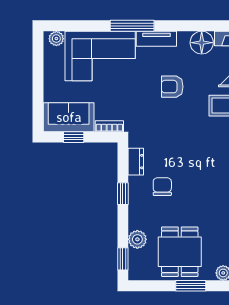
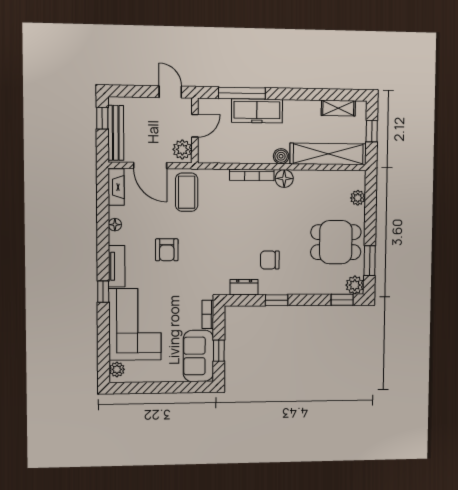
window: (132, 26) -> (103, 292), width x0.46
floor lamp: (202, 43) -> (115, 225), width x0.53, depth x0.53
plant: (137, 239) -> (355, 285), moved
window: (191, 286) -> (370, 261), moved

